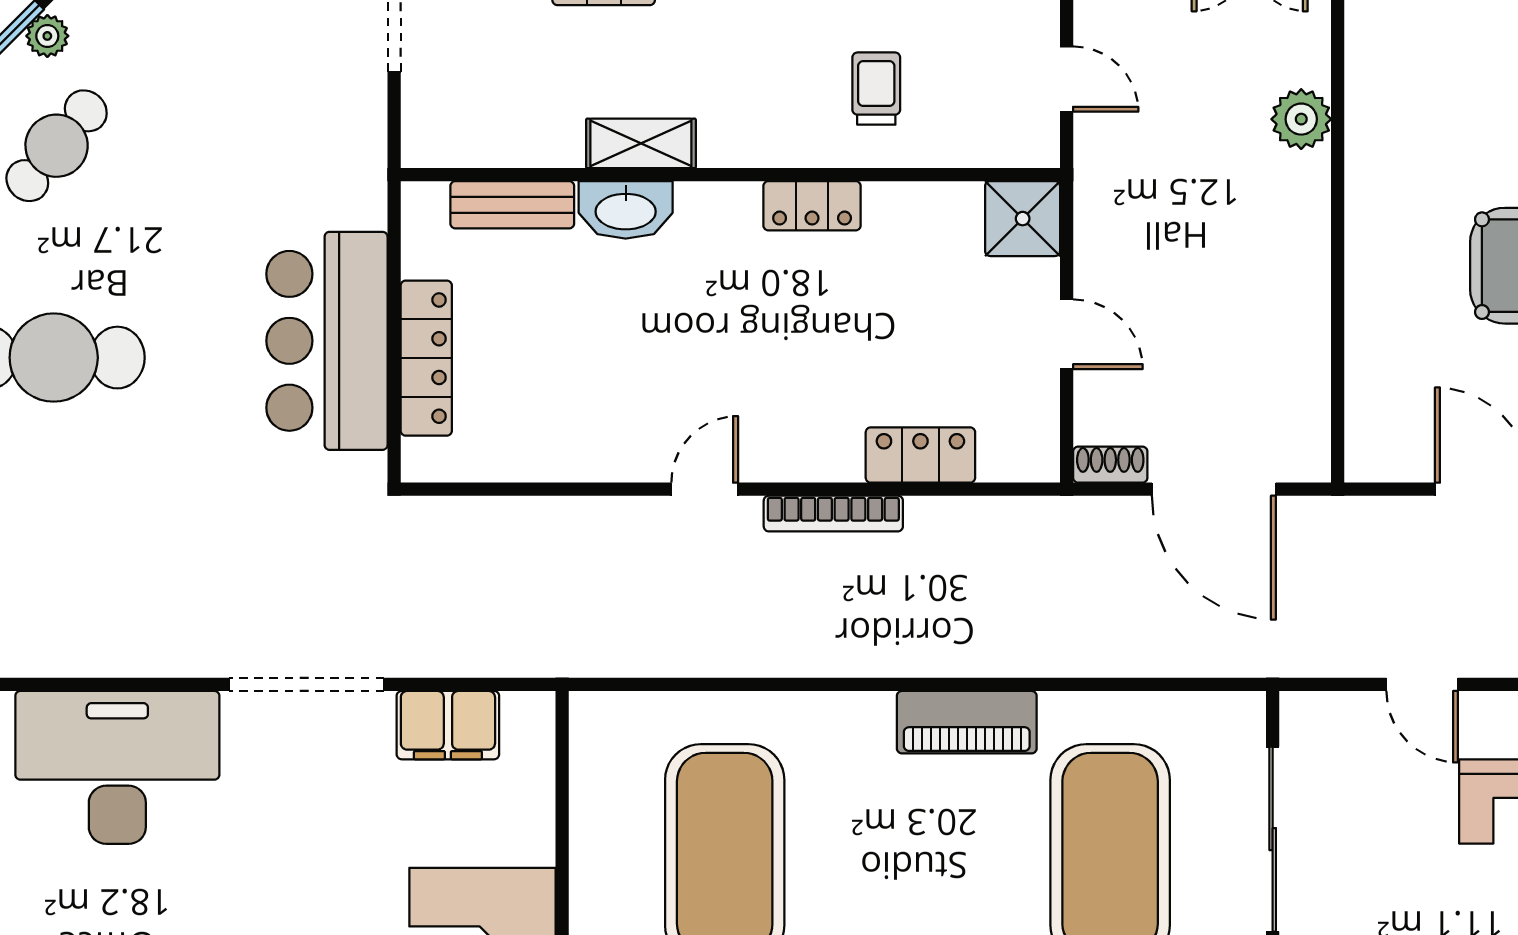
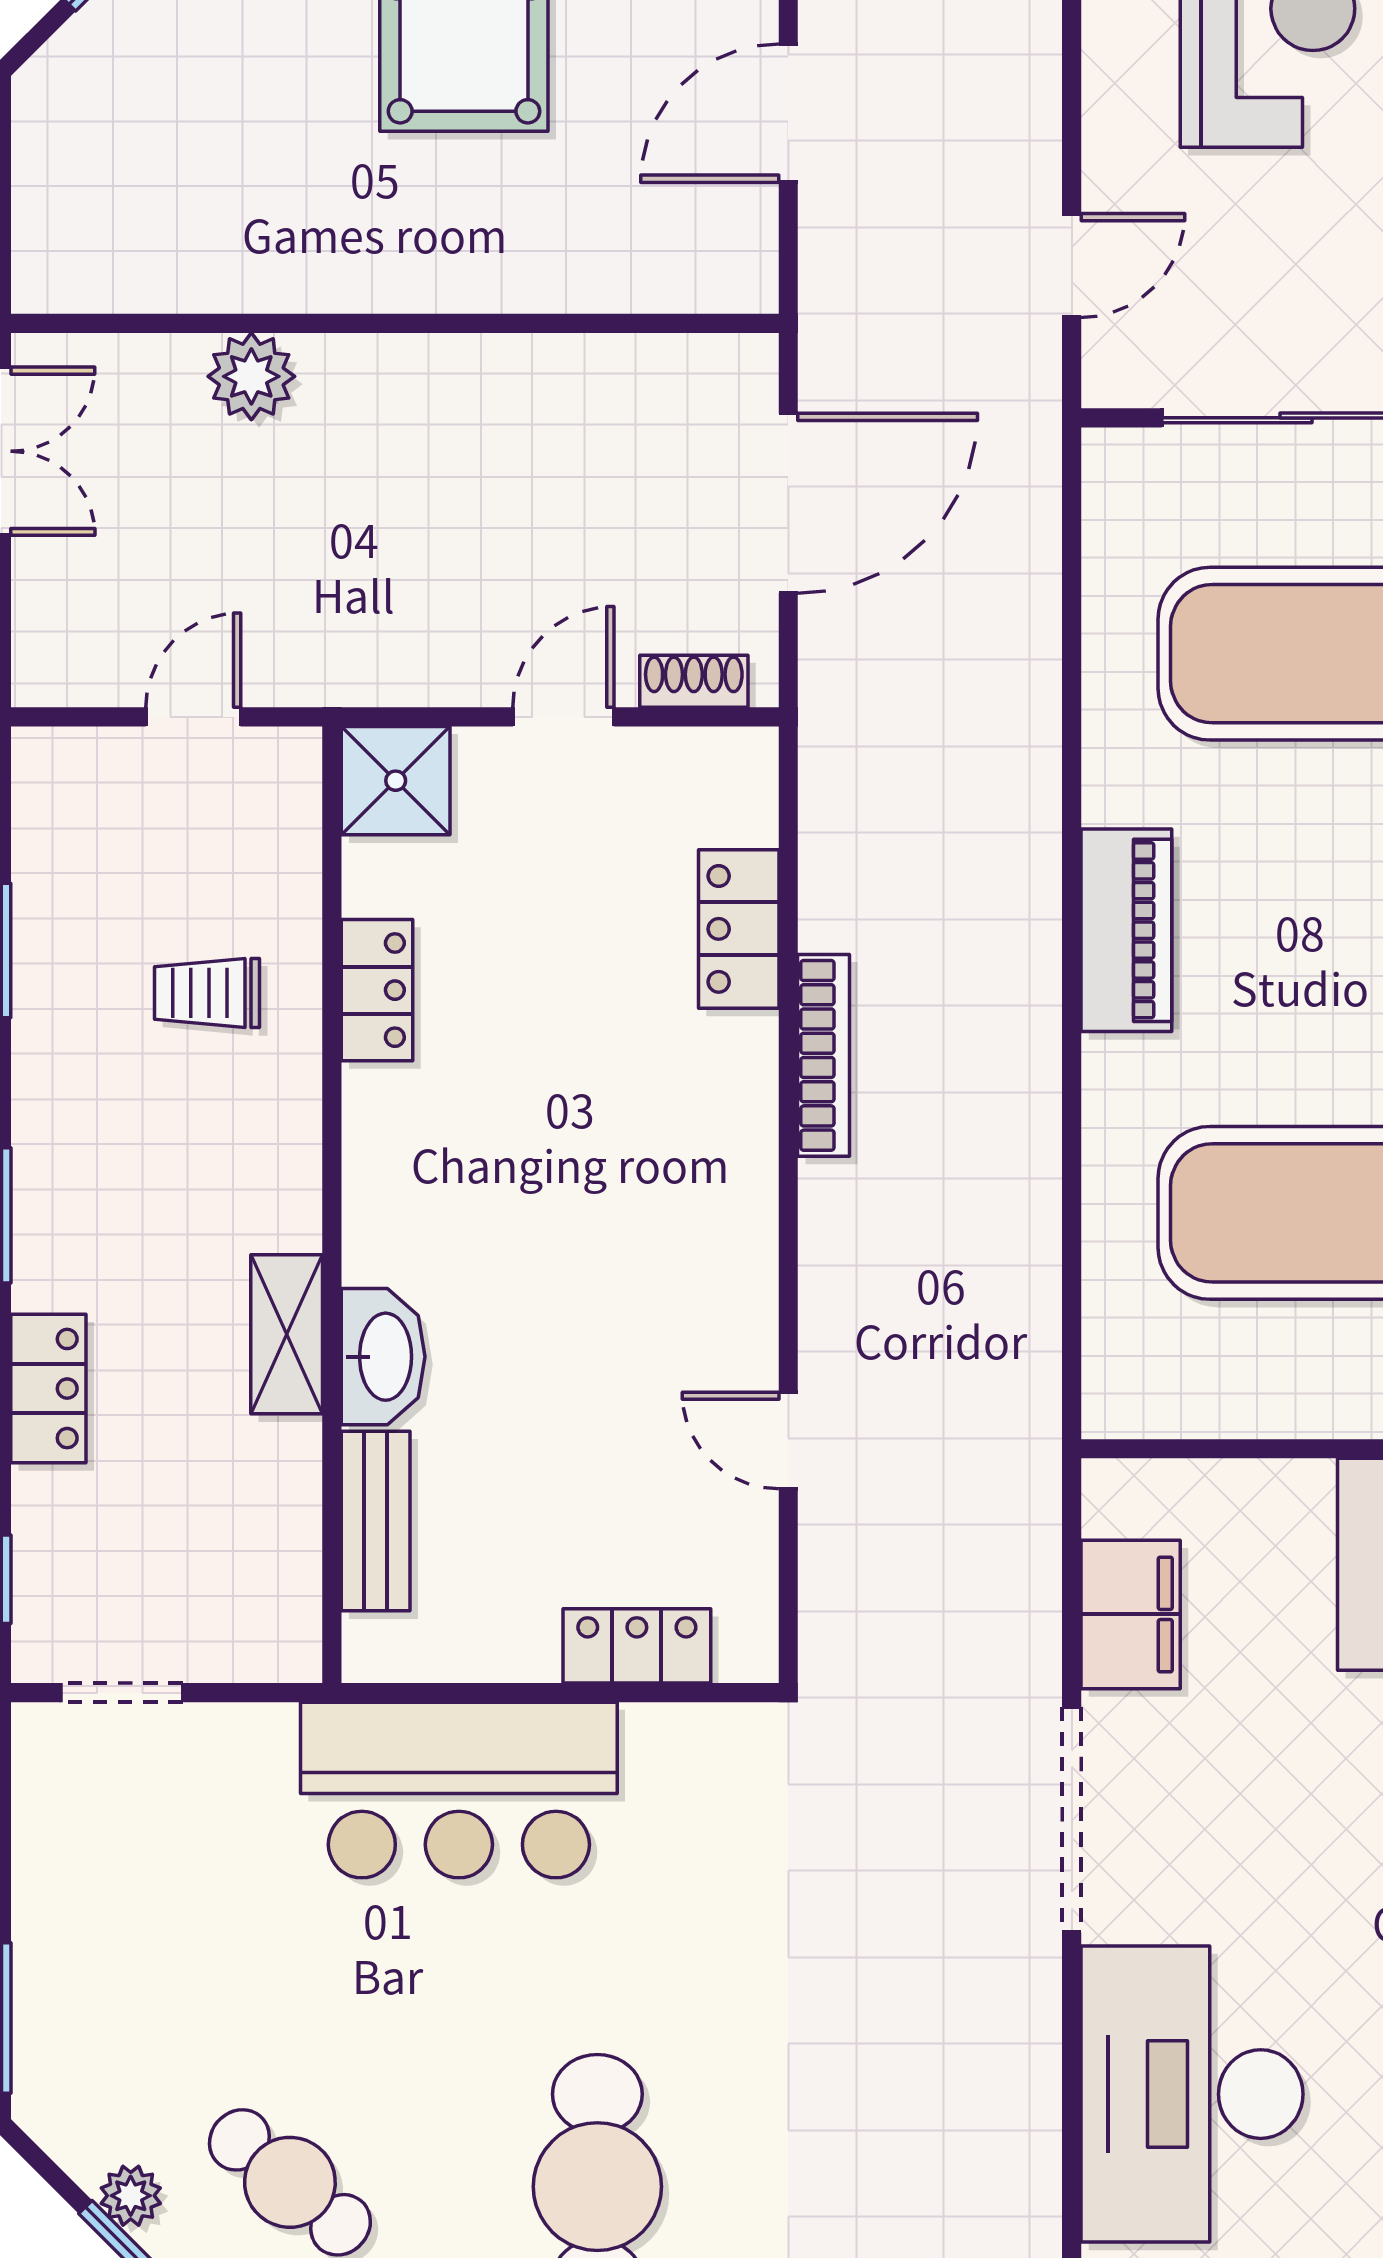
locker: (812, 206) -> (377, 990), moved
bar counter: (327, 341) -> (459, 1790), moved
locker: (426, 358) -> (637, 1646), width x0.66
shoe rack: (1110, 465) -> (694, 681), moved, turned 90
door: (705, 489) -> (788, 1440), moved
door: (1422, 684) -> (1072, 265), moved
piano: (967, 722) -> (1126, 930), moved

